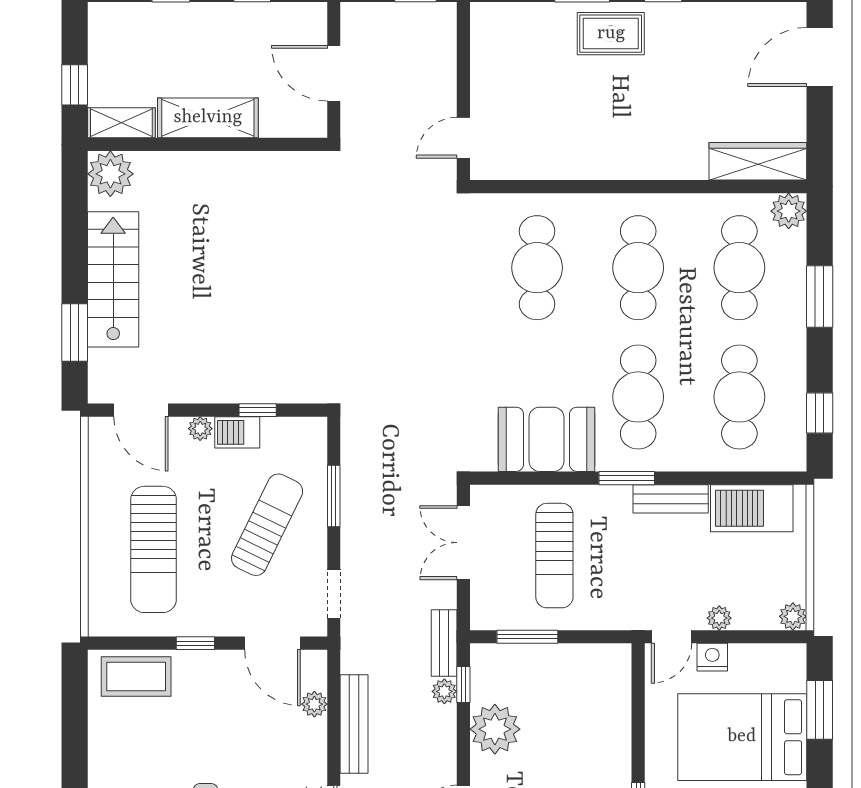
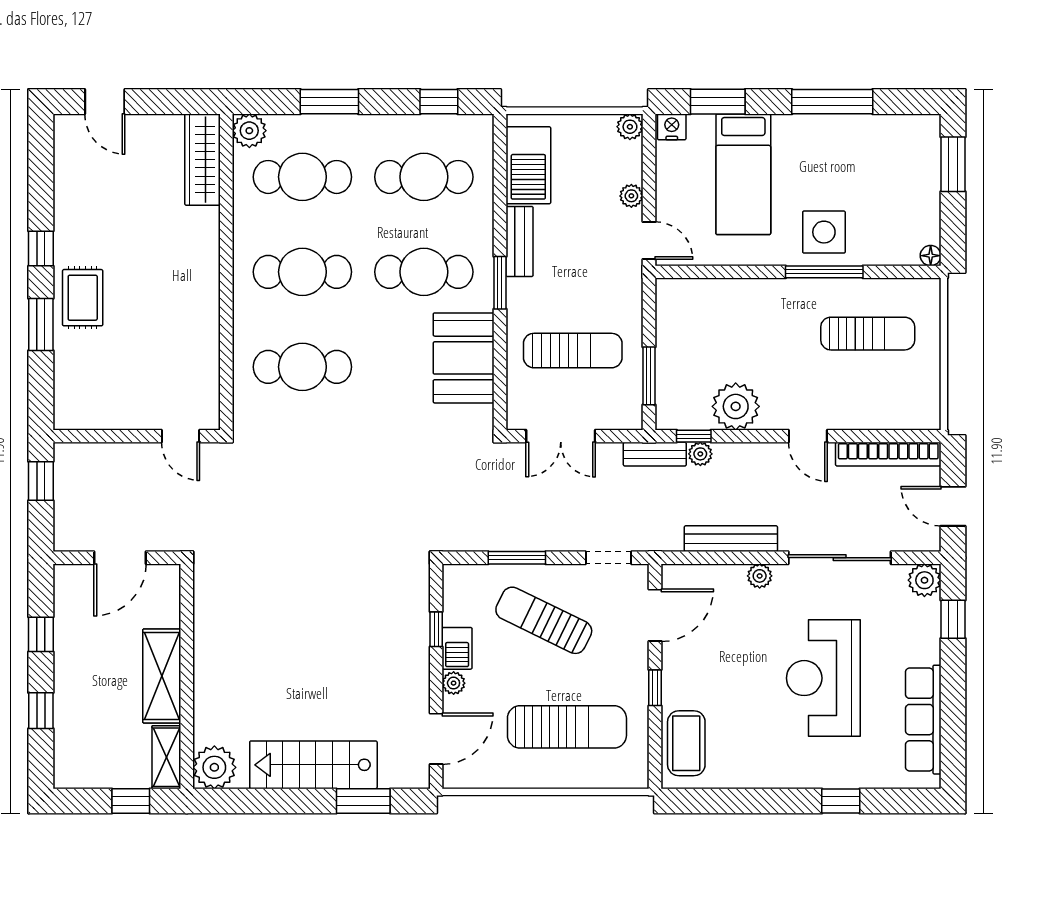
door: (820, 57) -> (105, 102), width x0.73
nightstand: (712, 657) -> (672, 127), moved, turned 90
plant: (314, 704) -> (760, 576), moved
bed: (742, 737) -> (743, 174), width x0.67

